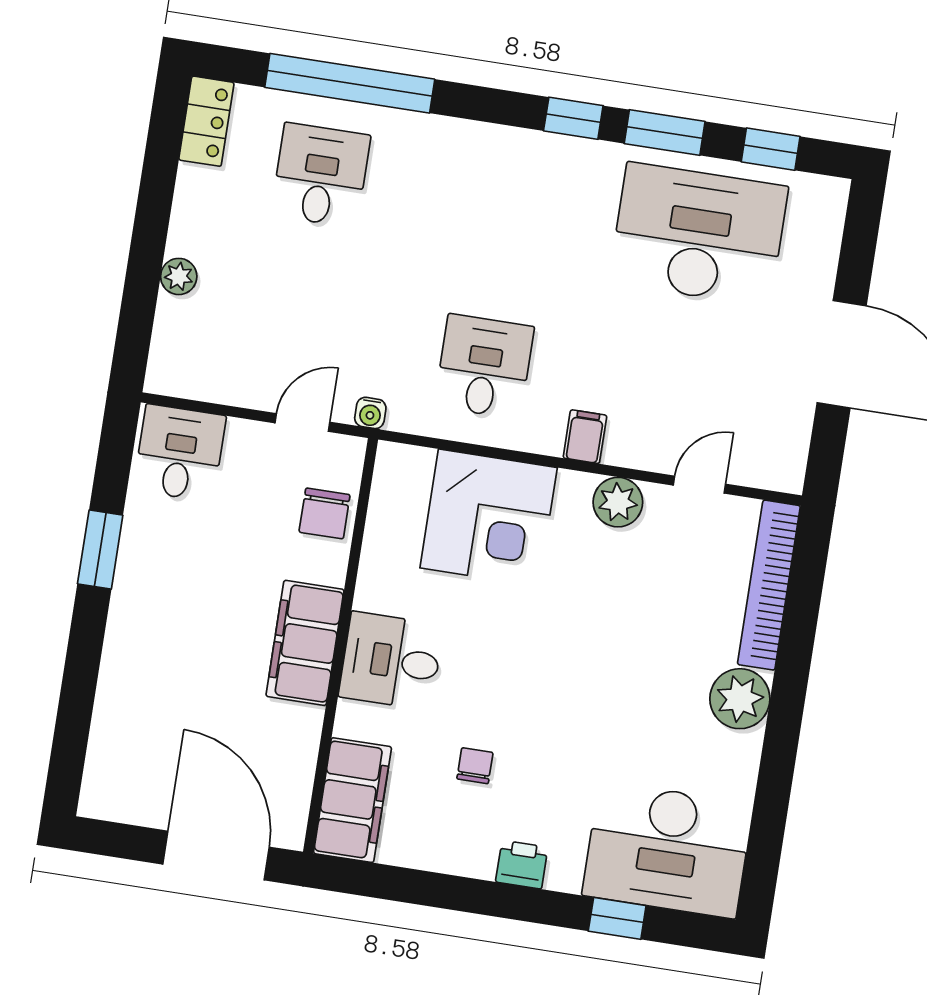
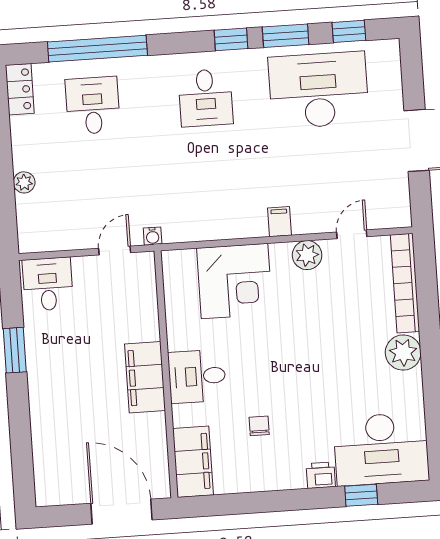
desk: (484, 367) -> (206, 98), moved, turned 180
chair: (325, 513) -> (139, 300), removed
printer: (522, 865) -> (321, 475), moved

